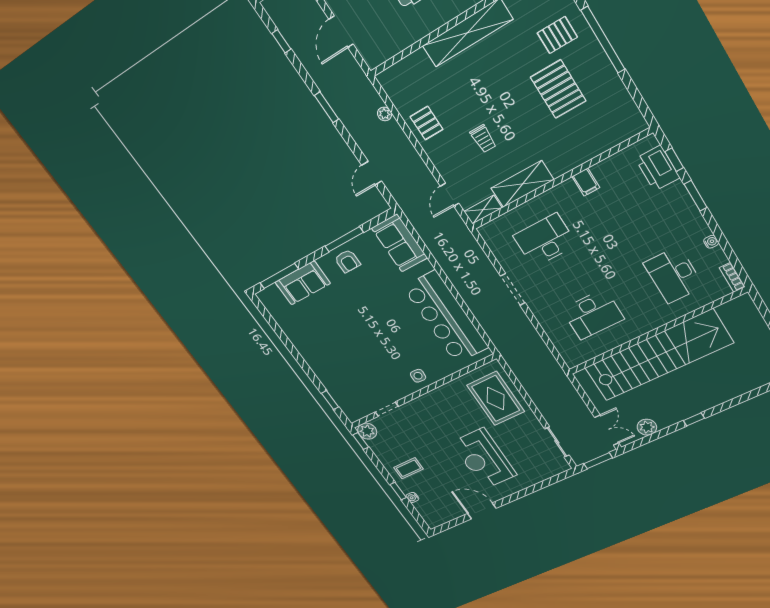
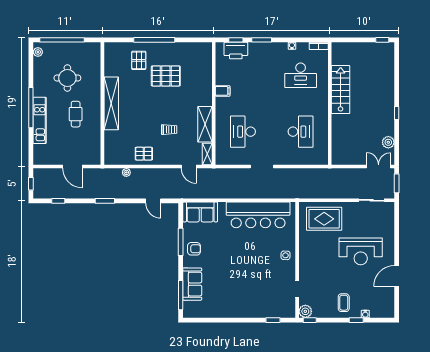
stairs: (658, 355) -> (341, 90), width x0.54, depth x0.66

